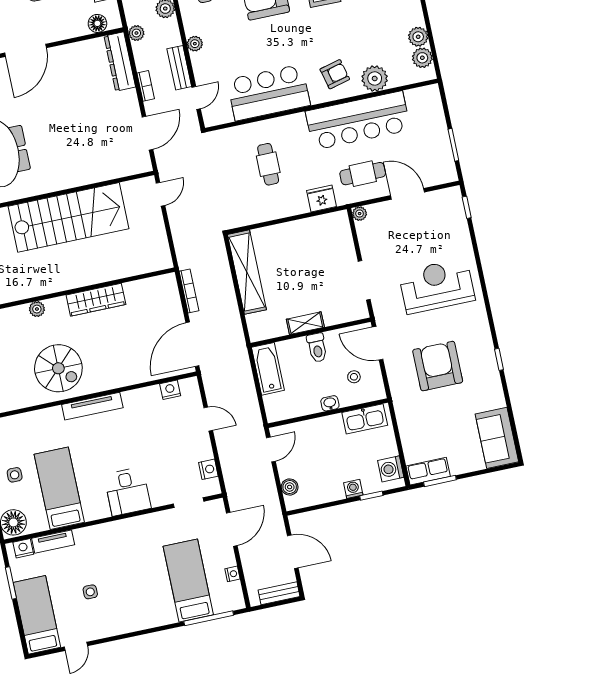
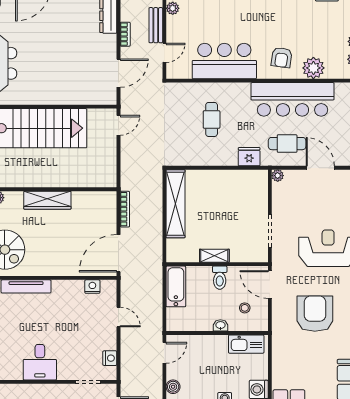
armchair: (335, 74) -> (282, 58), turned 112

